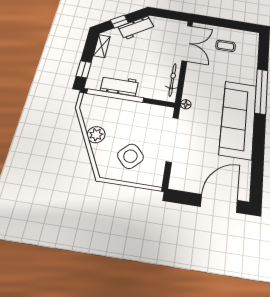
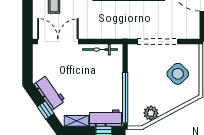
workbench: (120, 85) -> (106, 118), moved, turned 90
floor lamp: (186, 104) -> (123, 34), removed
plant: (96, 135) -> (151, 113), moved

